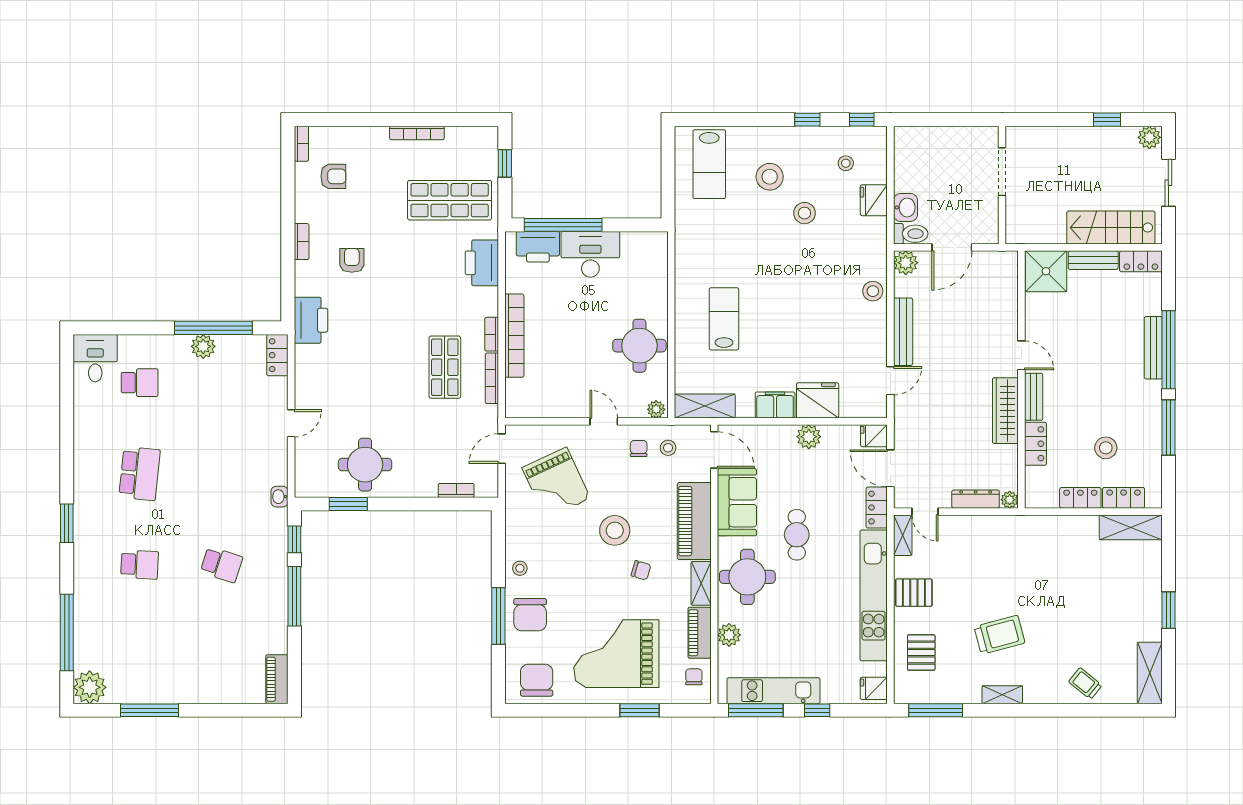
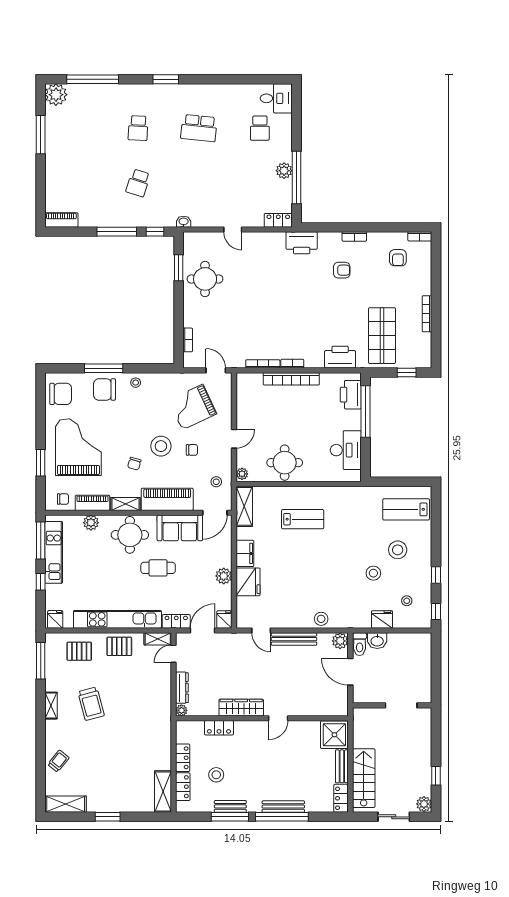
desk: (590, 254) -> (346, 450), moved
shop shelf: (445, 367) -> (270, 332), removed
bench: (1034, 397) -> (230, 806), moved
chair: (639, 448) -> (192, 450), moved
pallet: (914, 593) -> (119, 646), turned 90

